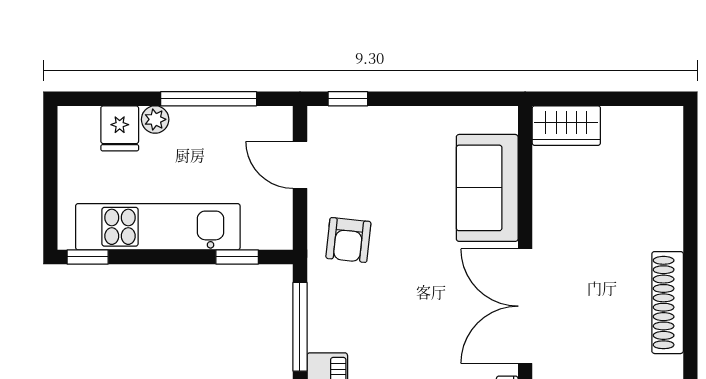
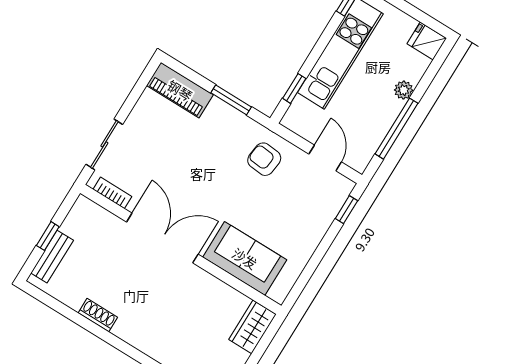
fridge: (120, 128) -> (427, 41), moved
door: (300, 165) -> (325, 158), hinge flipped
shoe rack: (668, 303) -> (98, 315), width x0.51, depth x0.81
window: (300, 327) -> (231, 100), width x0.69

